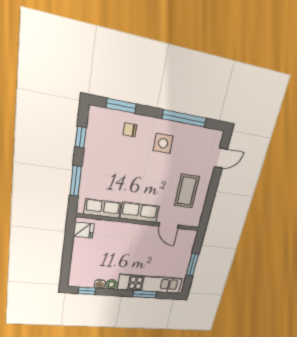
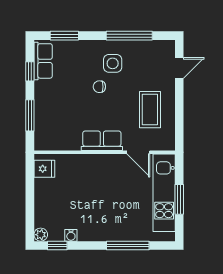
chair: (130, 130) -> (99, 87), moved
row of seats: (103, 209) -> (43, 61), moved, turned 90
plant: (112, 284) -> (41, 235), moved
kitchen unit: (150, 284) -> (164, 193), moved, turned -90
window: (145, 294) -> (128, 245), width x1.44

